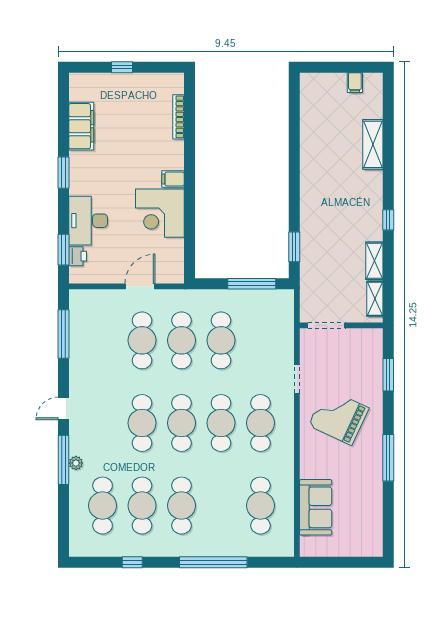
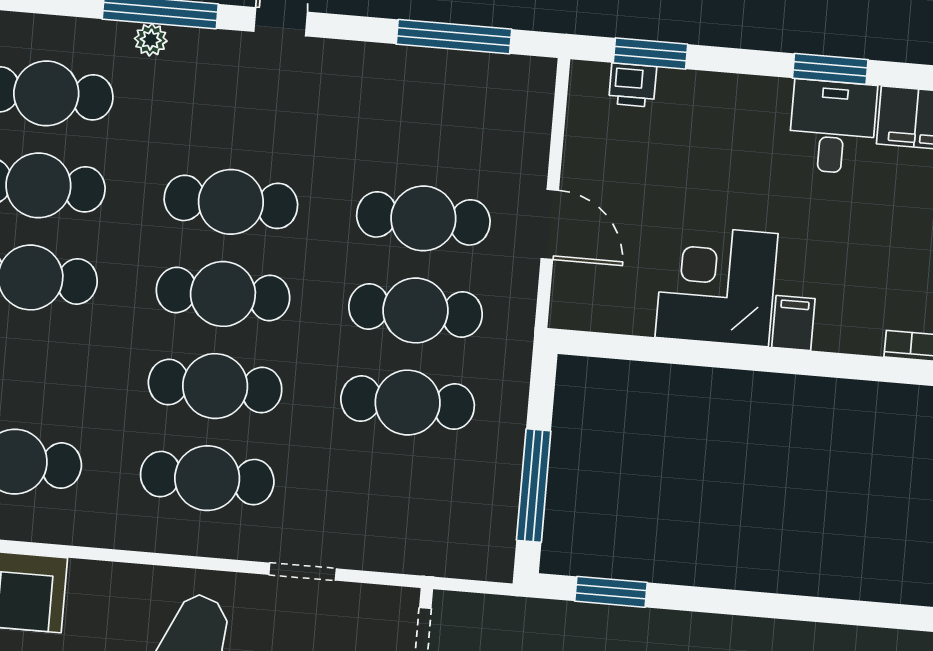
desk: (88, 221) -> (833, 127), moved, width x0.73

